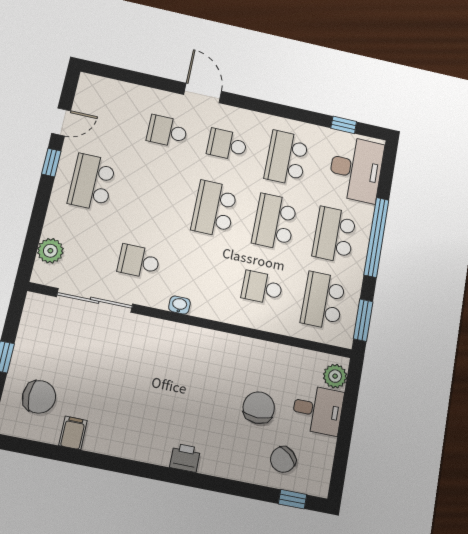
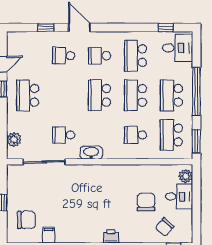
window: (148, 81) -> (46, 28), added
desk: (356, 169) -> (178, 48), width x0.73
washbasin: (179, 305) -> (91, 153), width x1.91, depth x1.45

